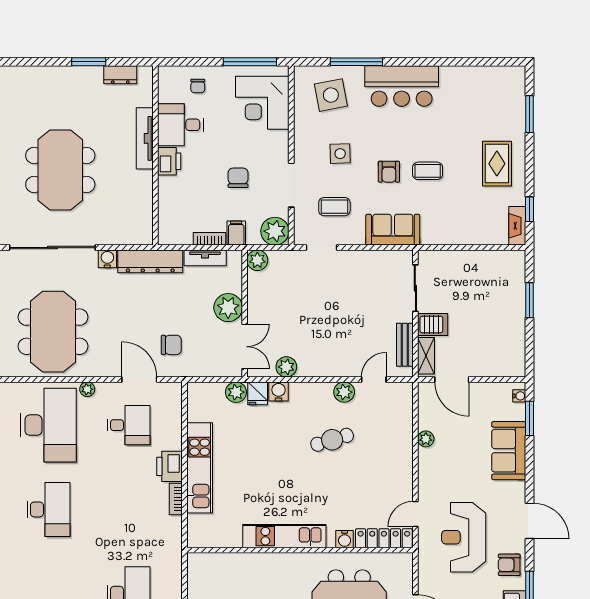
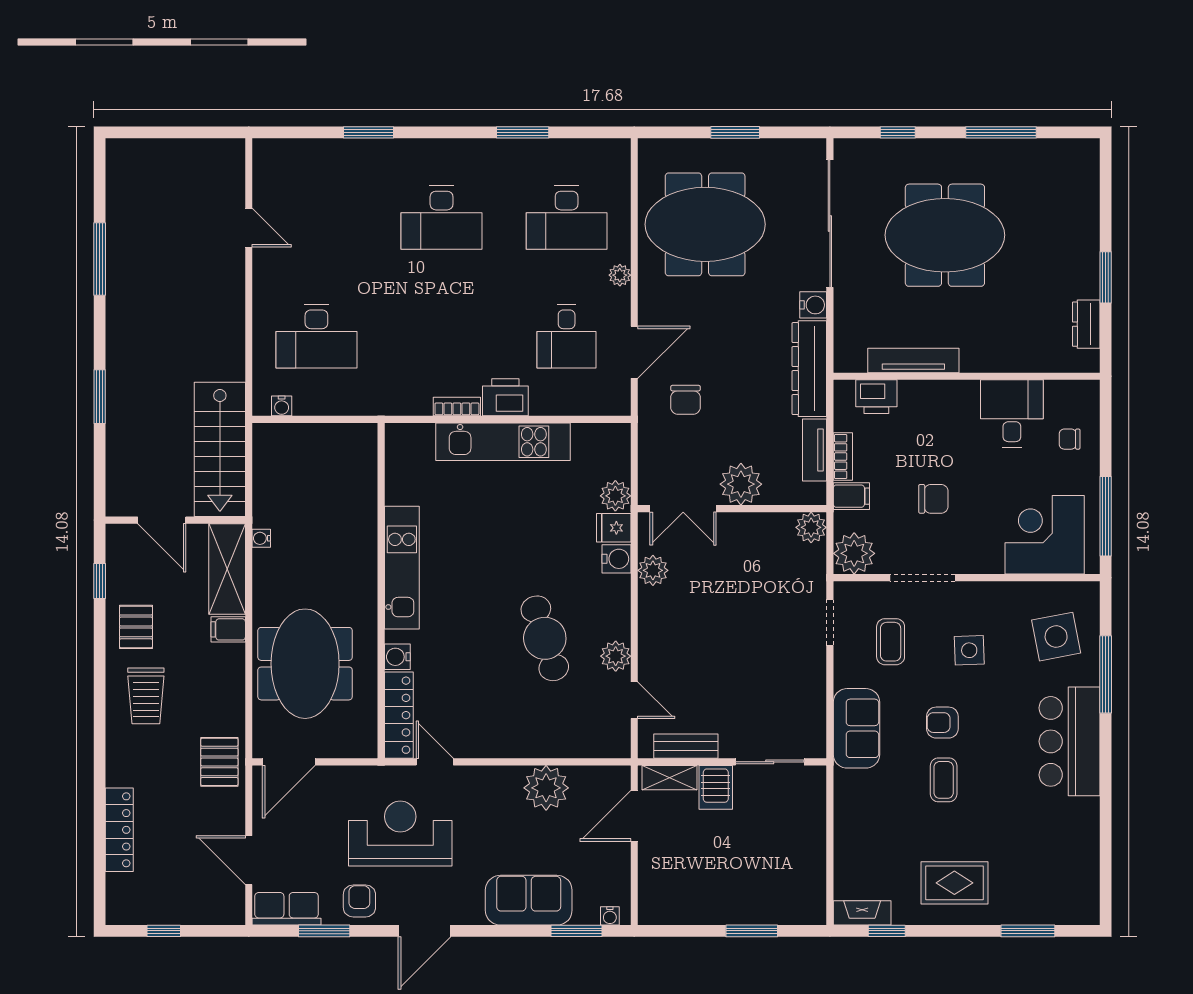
tv unit: (145, 138) -> (913, 360), moved
printer: (169, 161) -> (876, 397), moved
desk: (48, 425) -> (567, 218), width x0.73, depth x0.77
plant: (426, 439) -> (546, 788), width x1.88, depth x1.88
cafe table: (332, 440) -> (545, 638), width x1.37, depth x1.35

